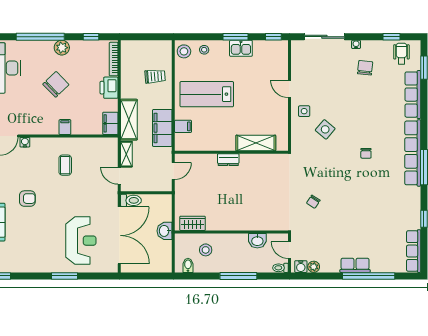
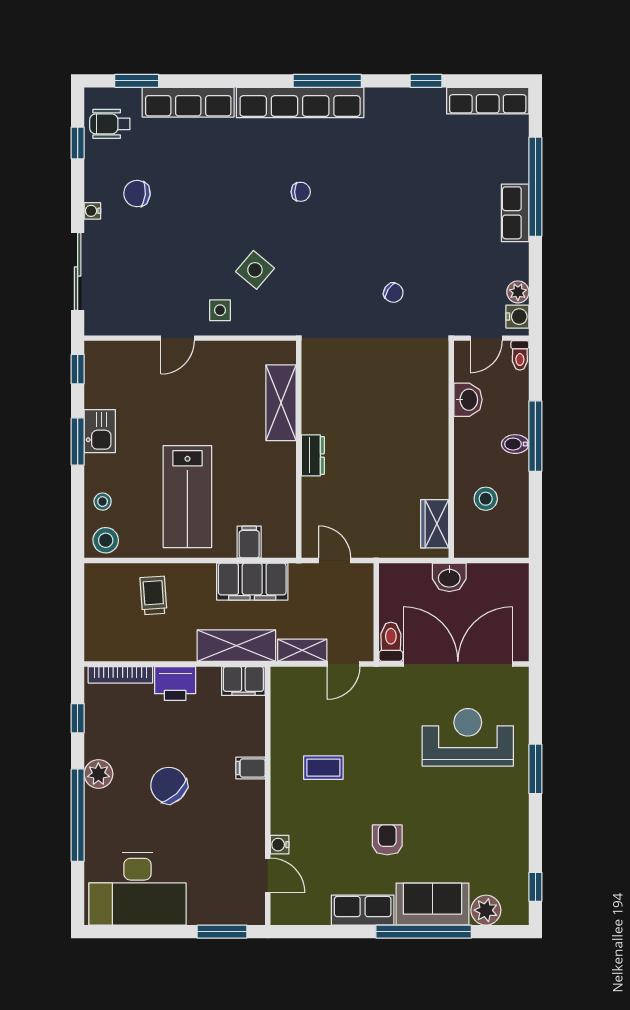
bidet: (188, 265) -> (515, 444), moved

